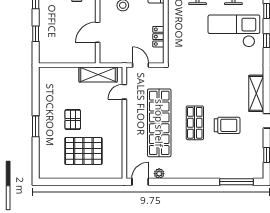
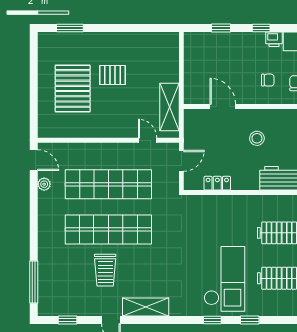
shop shelf: (195, 123) -> (108, 229), width x2.00, depth x1.36
window: (36, 126) -> (70, 28), moved

